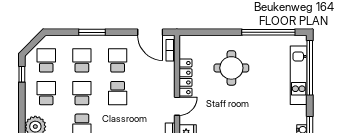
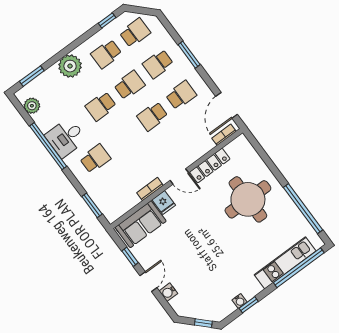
school desk: (82, 60) -> (158, 64), turned 180
round table: (231, 68) -> (248, 199), width x1.36, depth x1.36
school desk: (46, 93) -> (106, 54), turned 180

